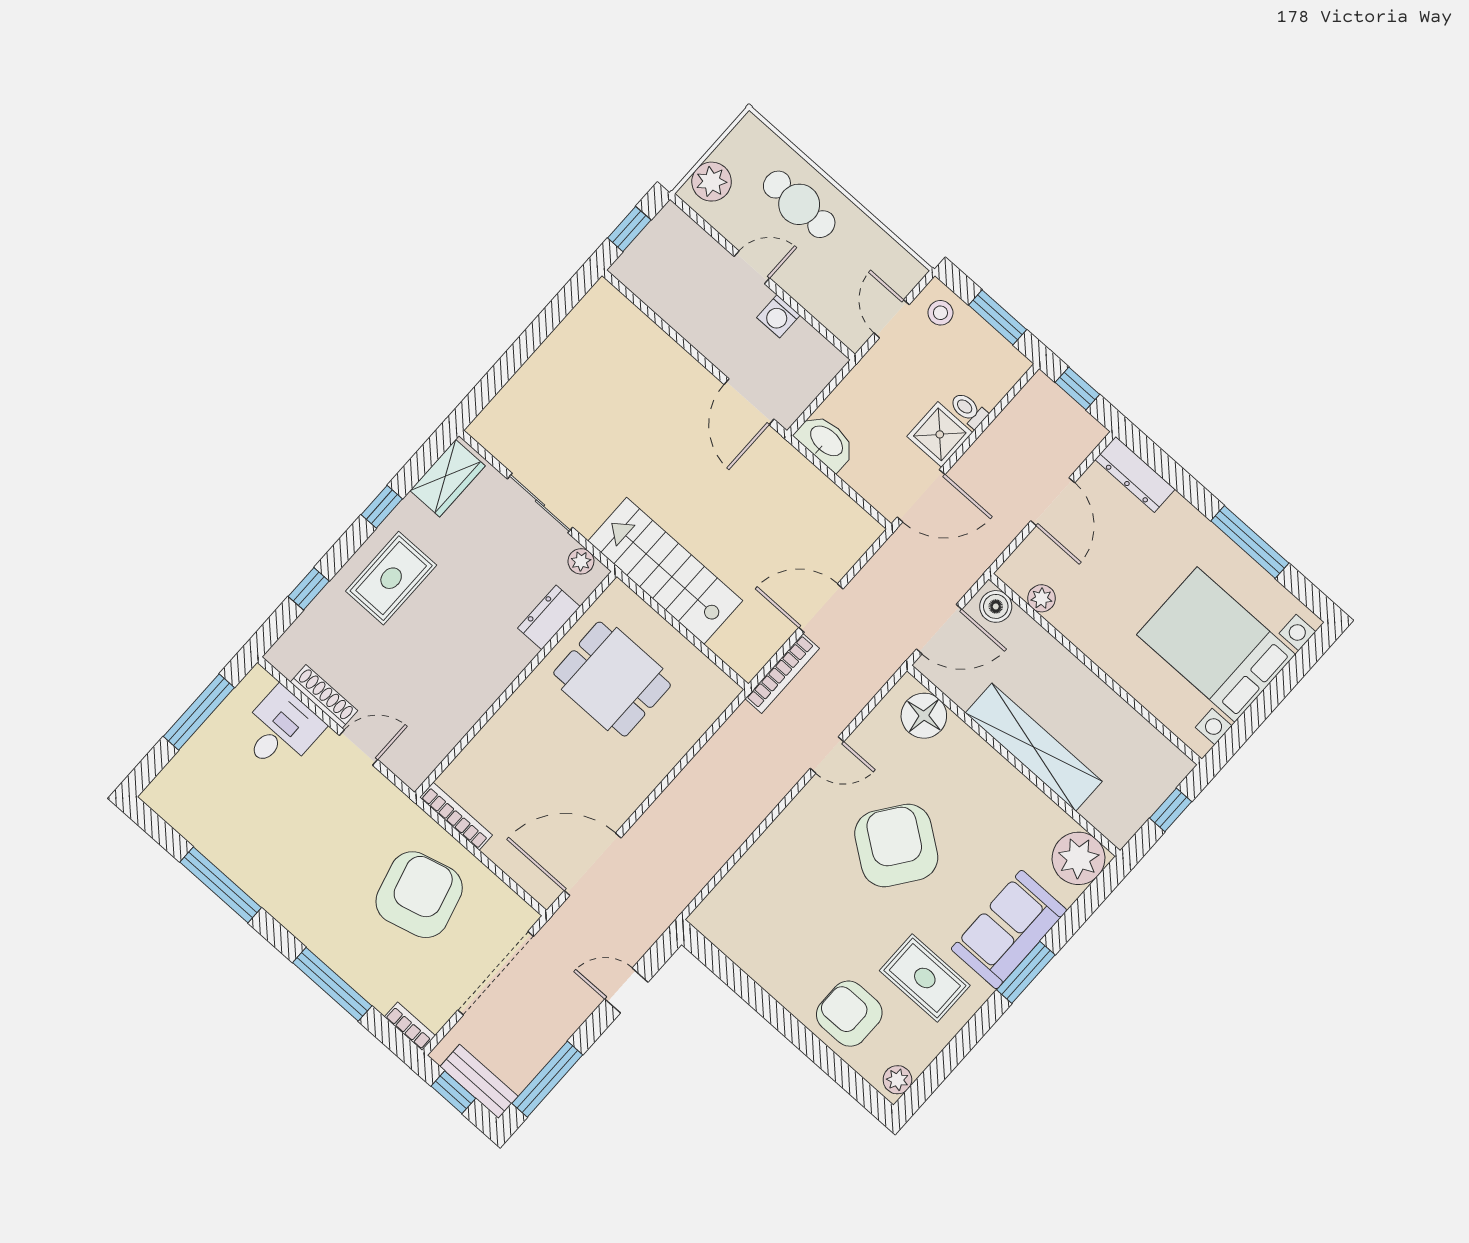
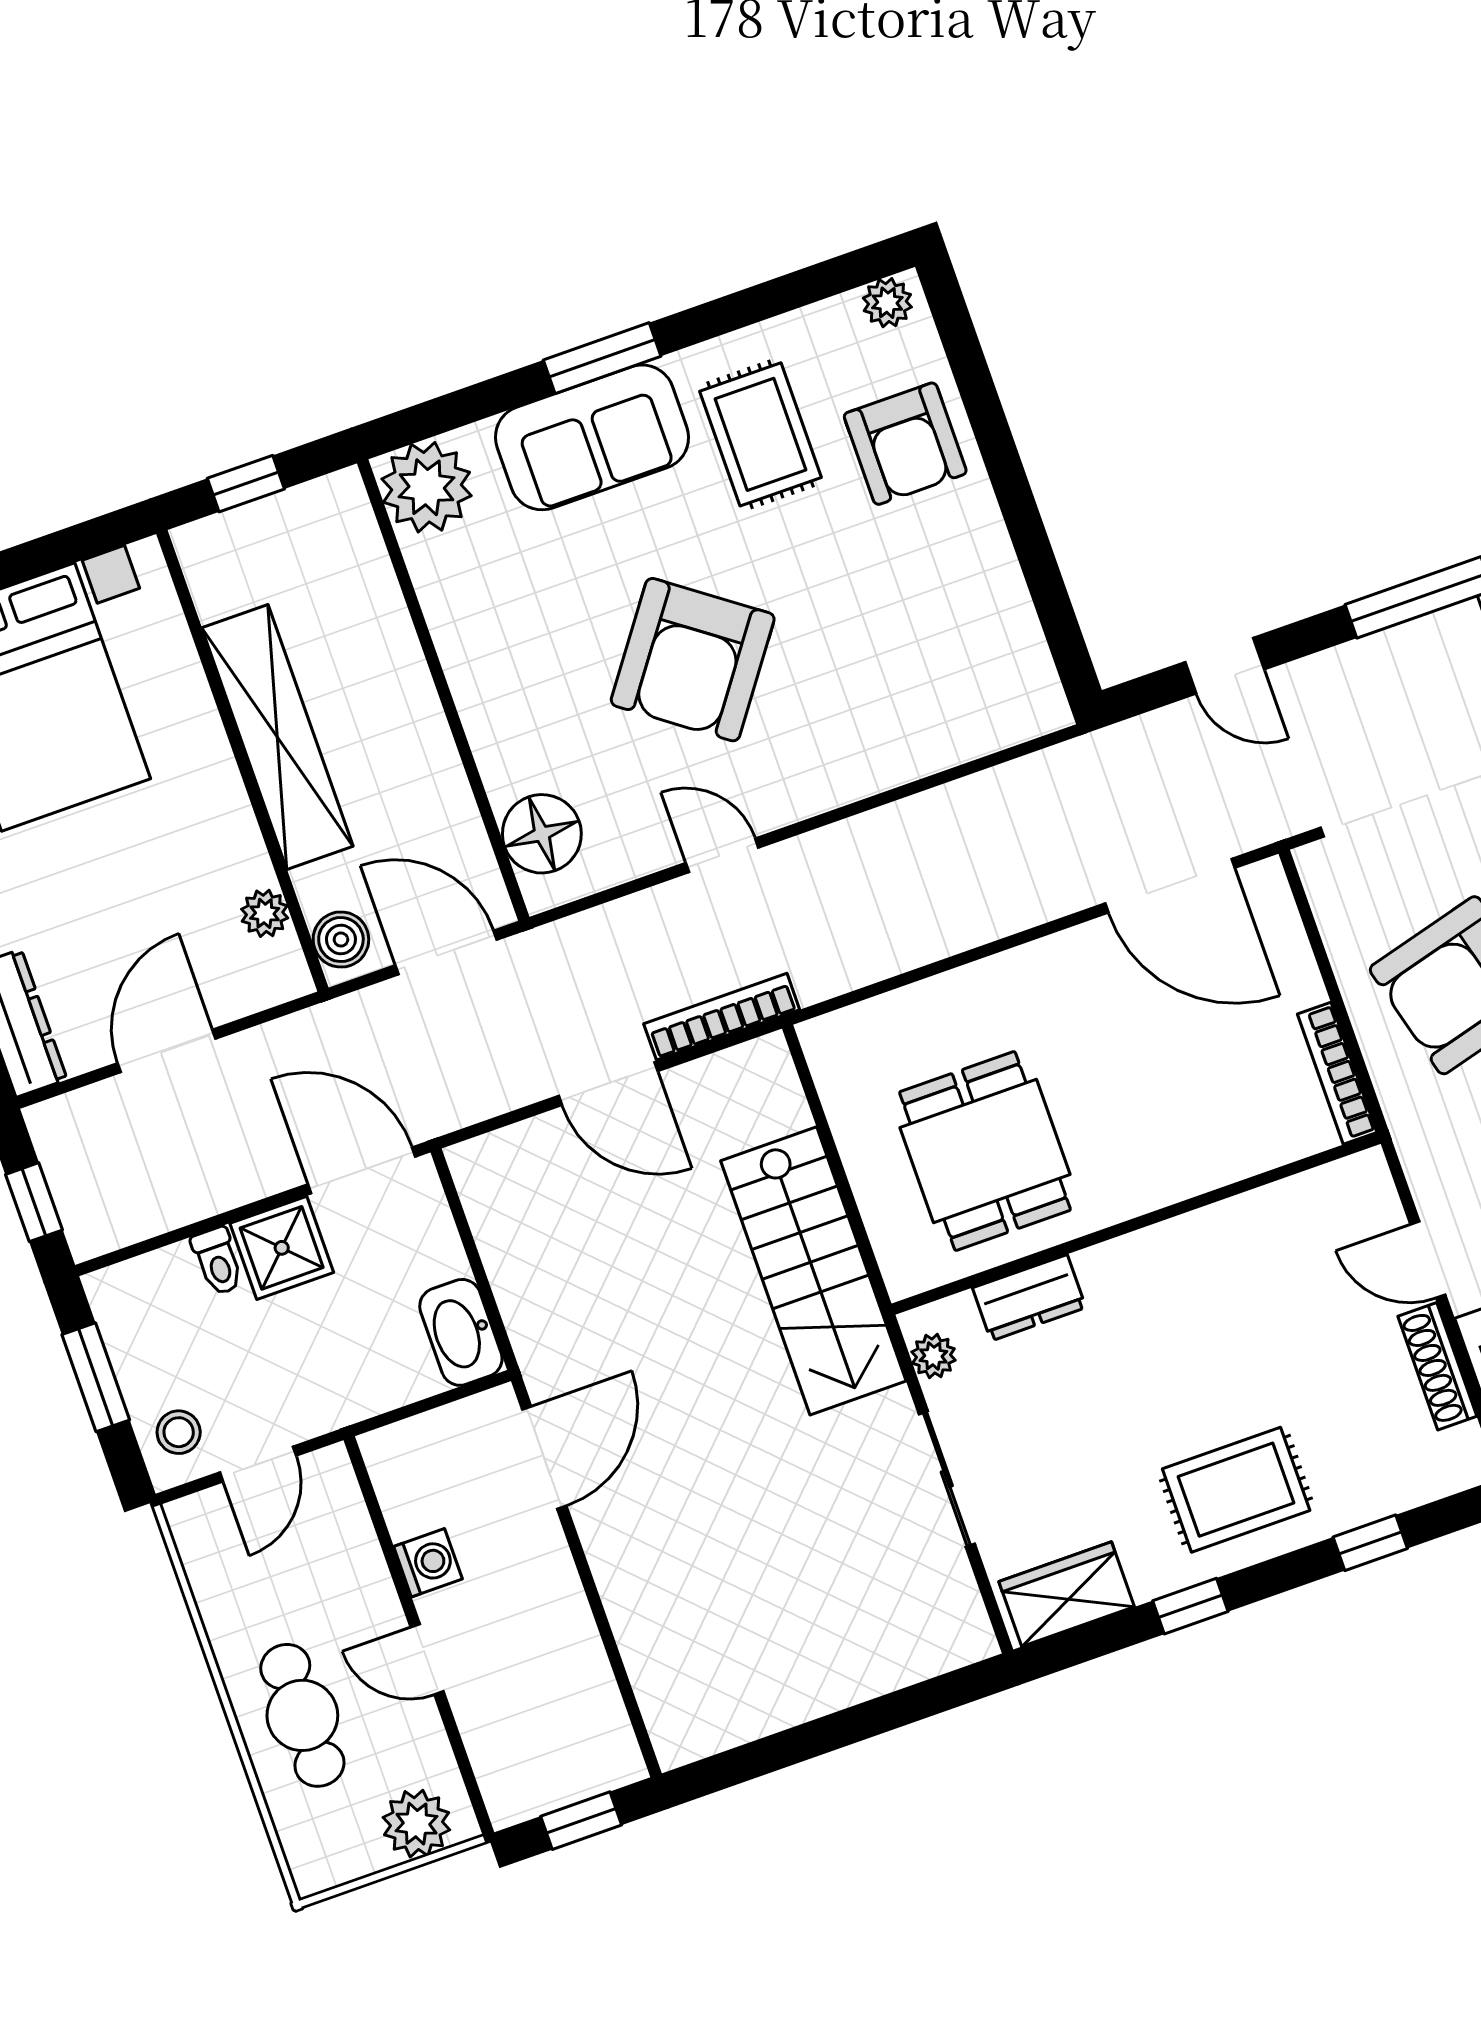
shelving: (1034, 747) -> (277, 737), moved

